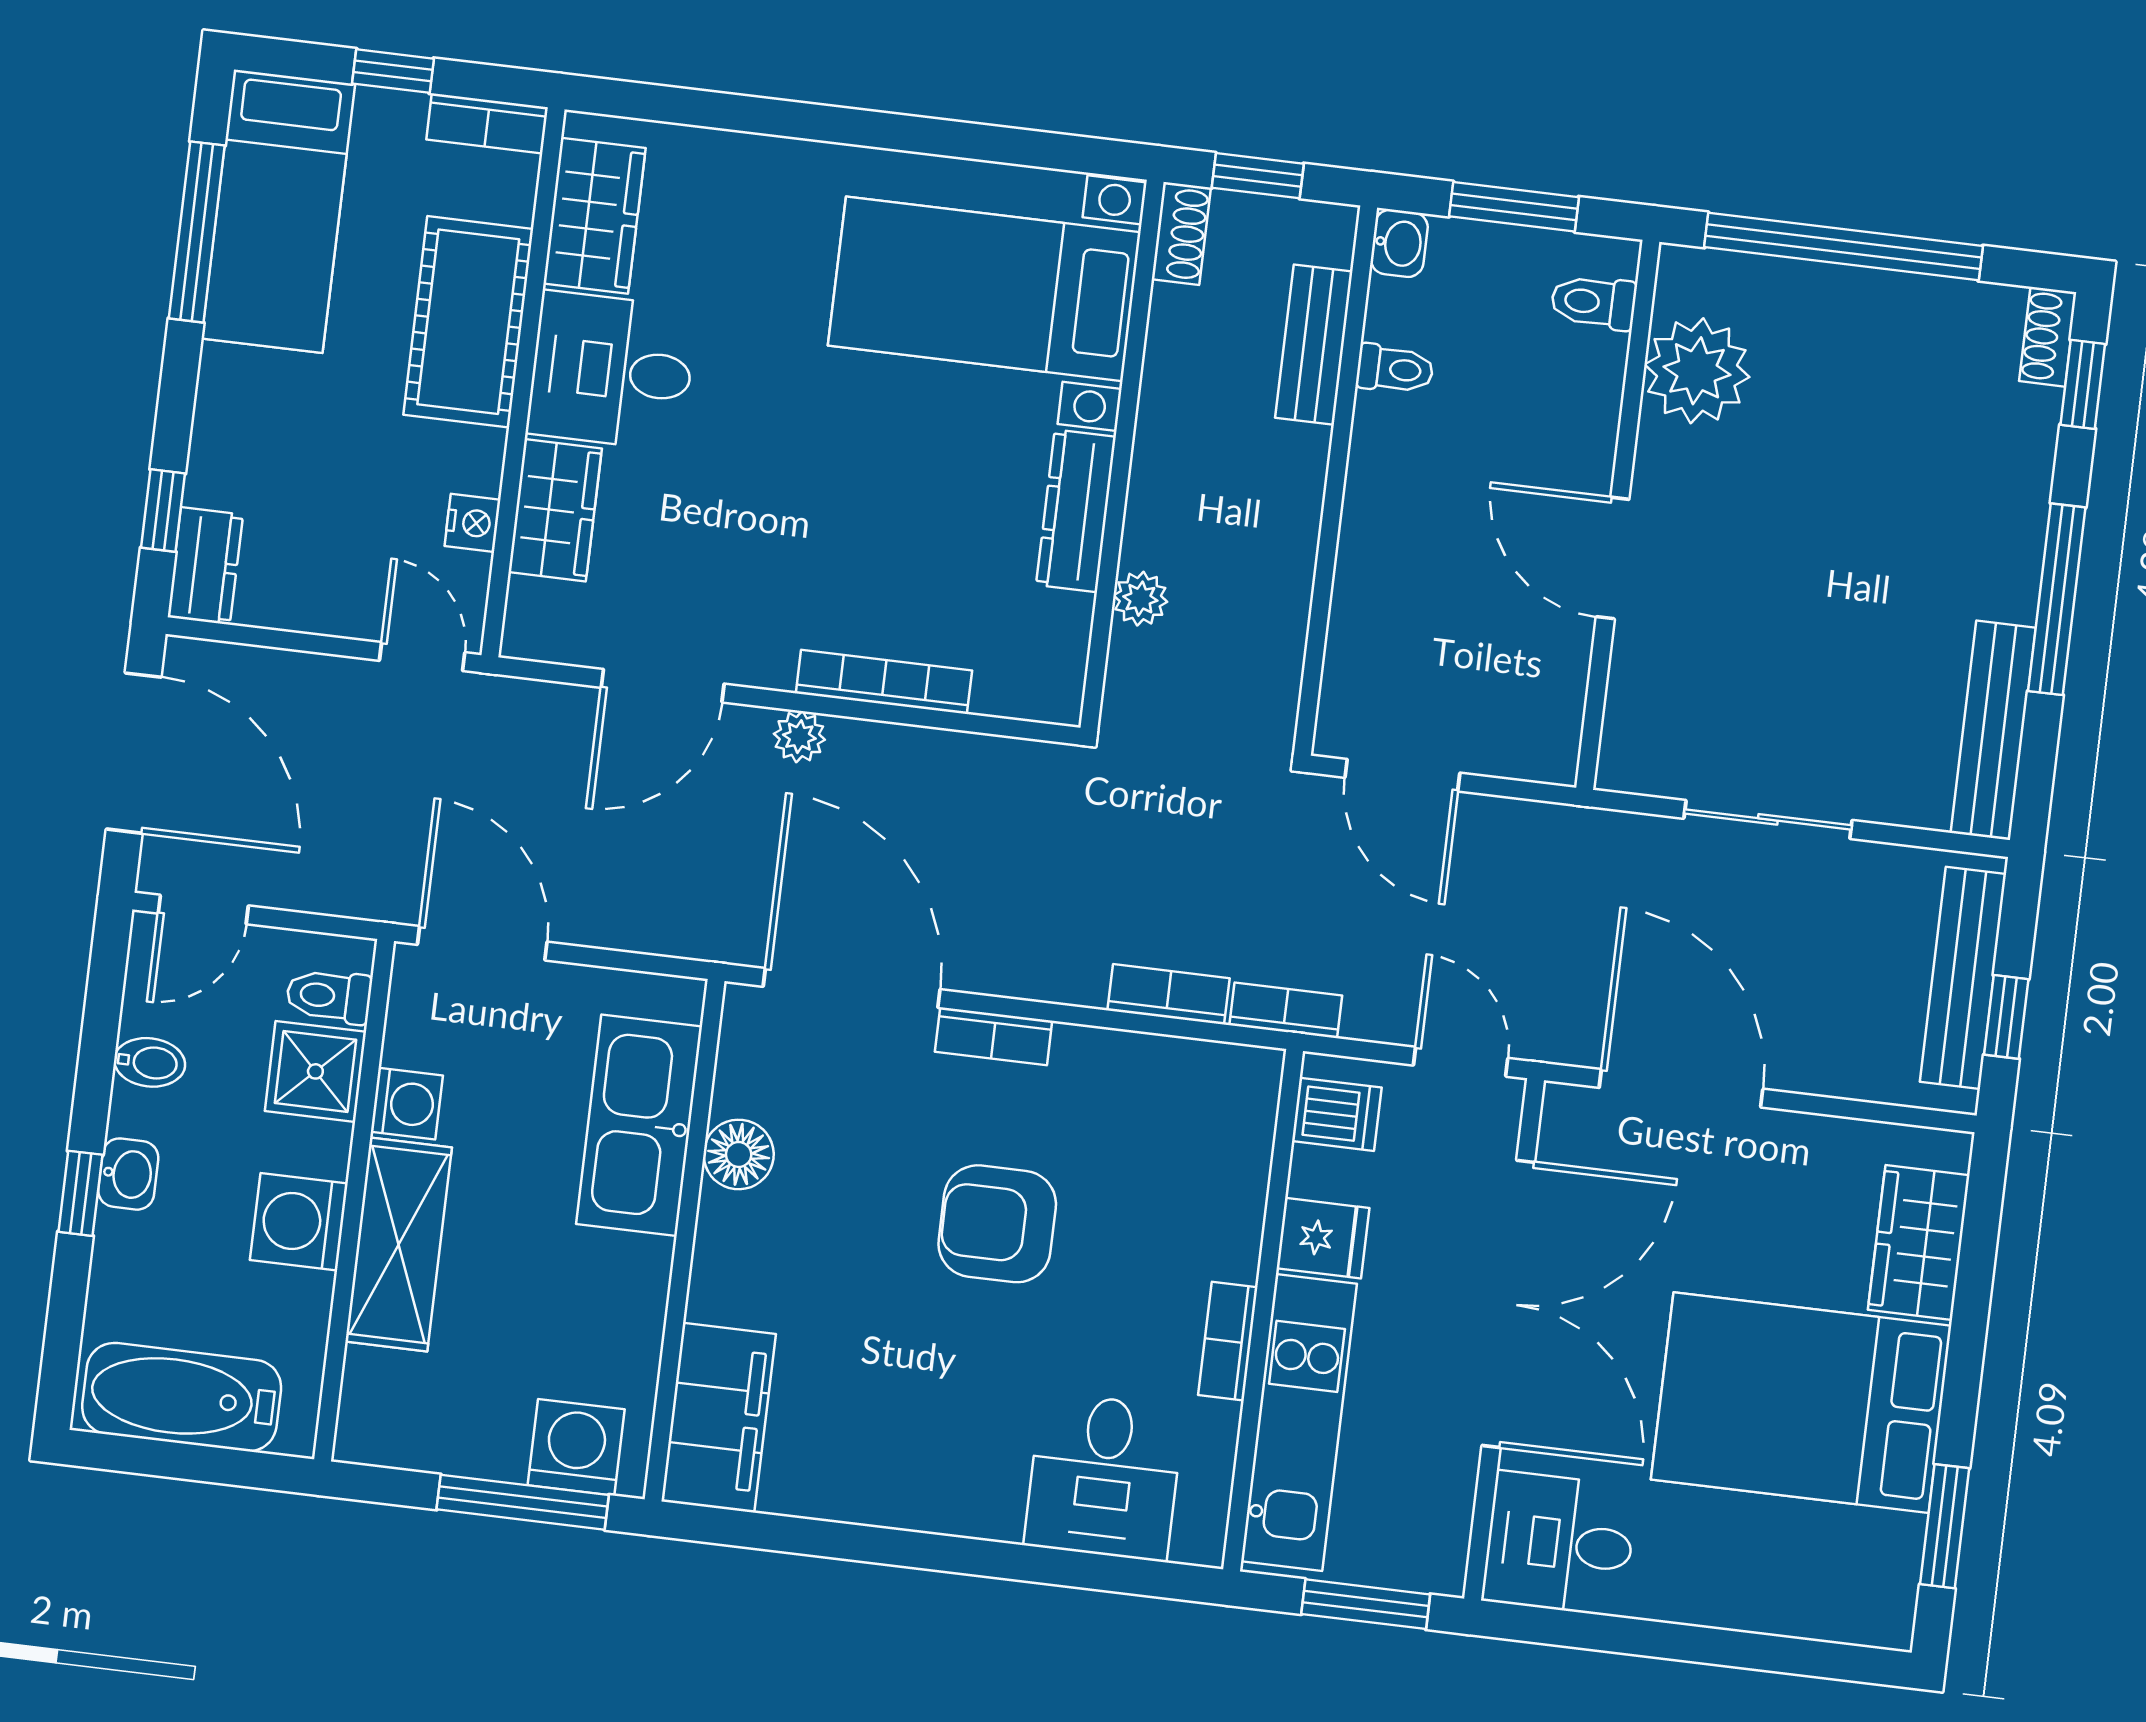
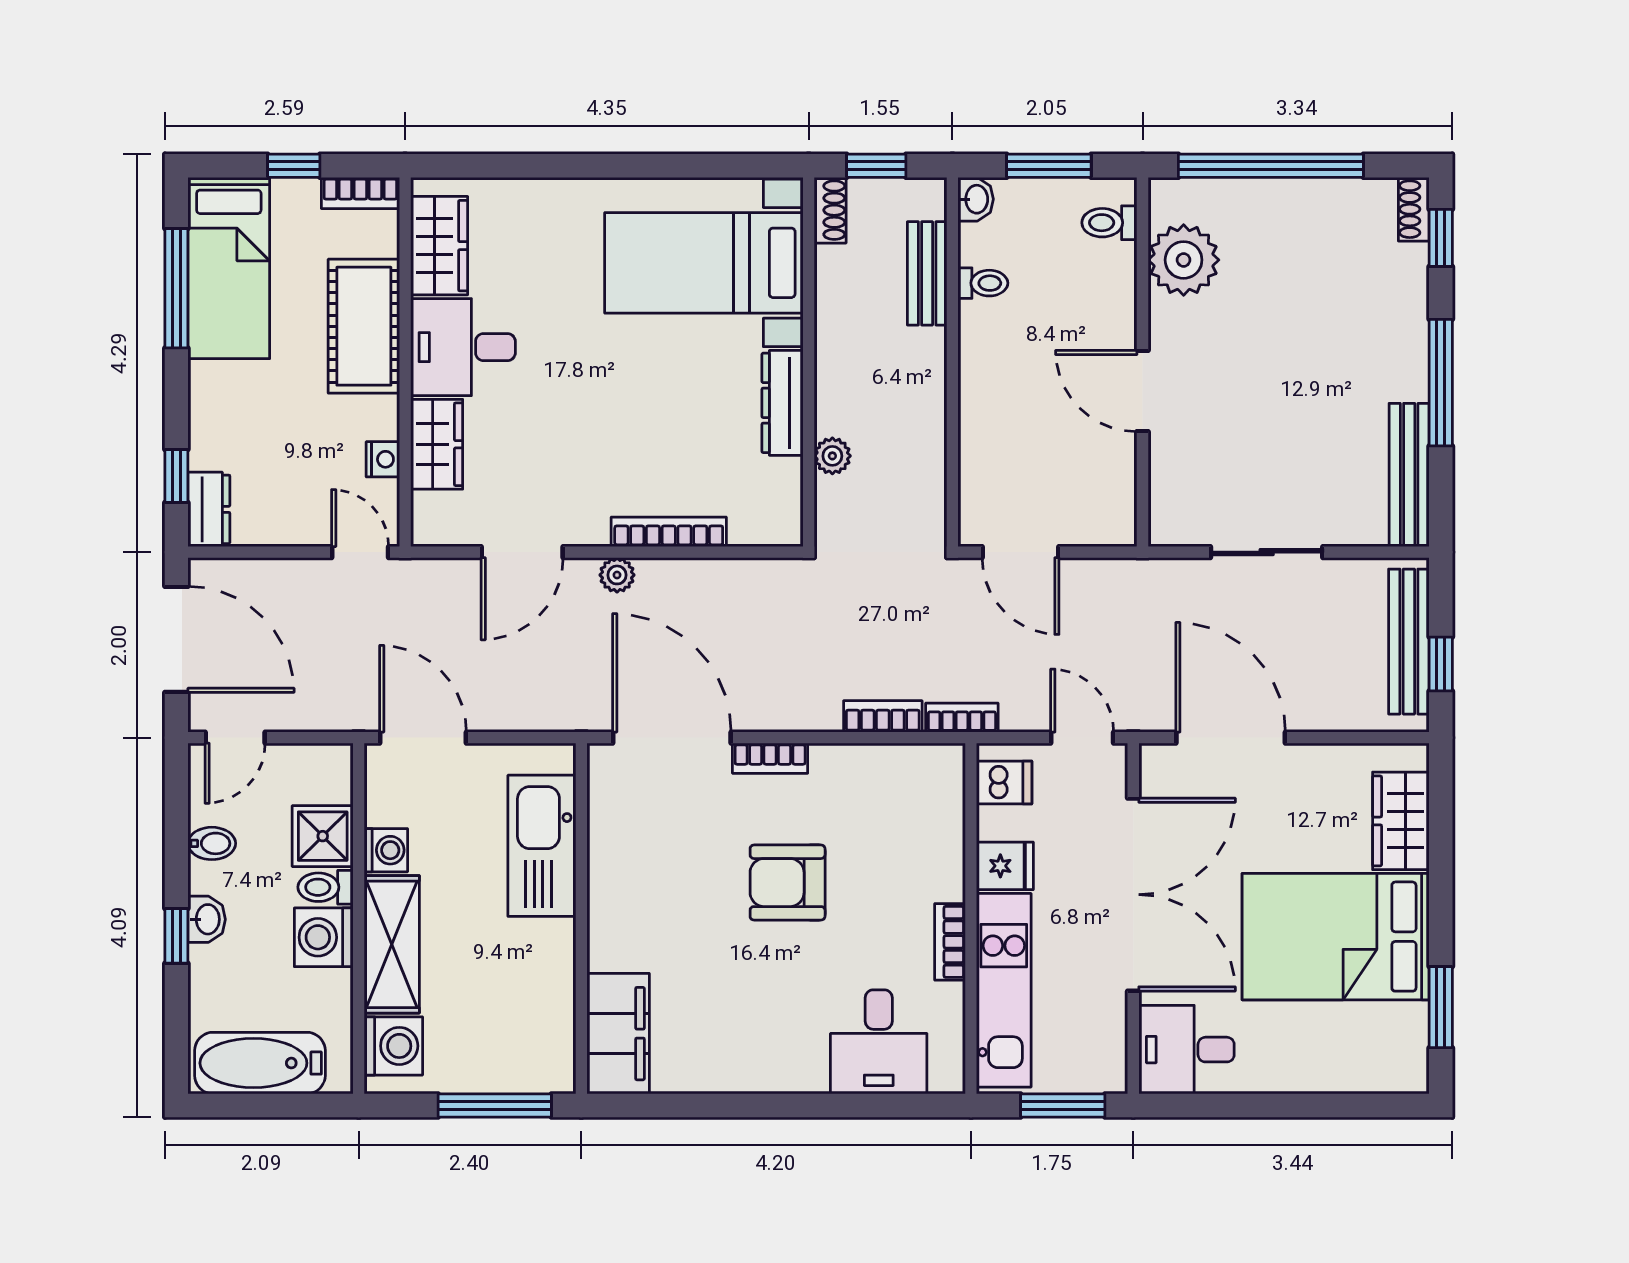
toilet: (329, 996) -> (326, 887), moved
floor lamp: (739, 1154) -> (610, 857), removed
washing machine: (576, 1447) -> (393, 1046), moved, turned 90

